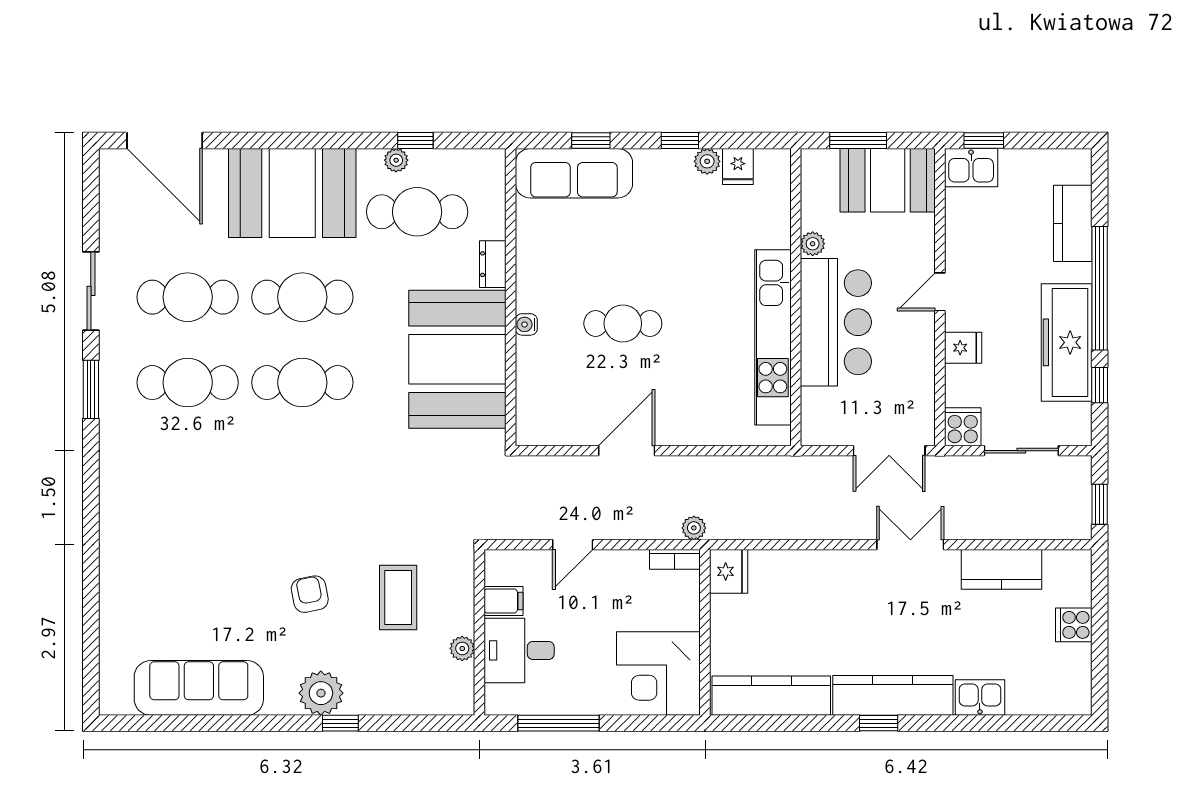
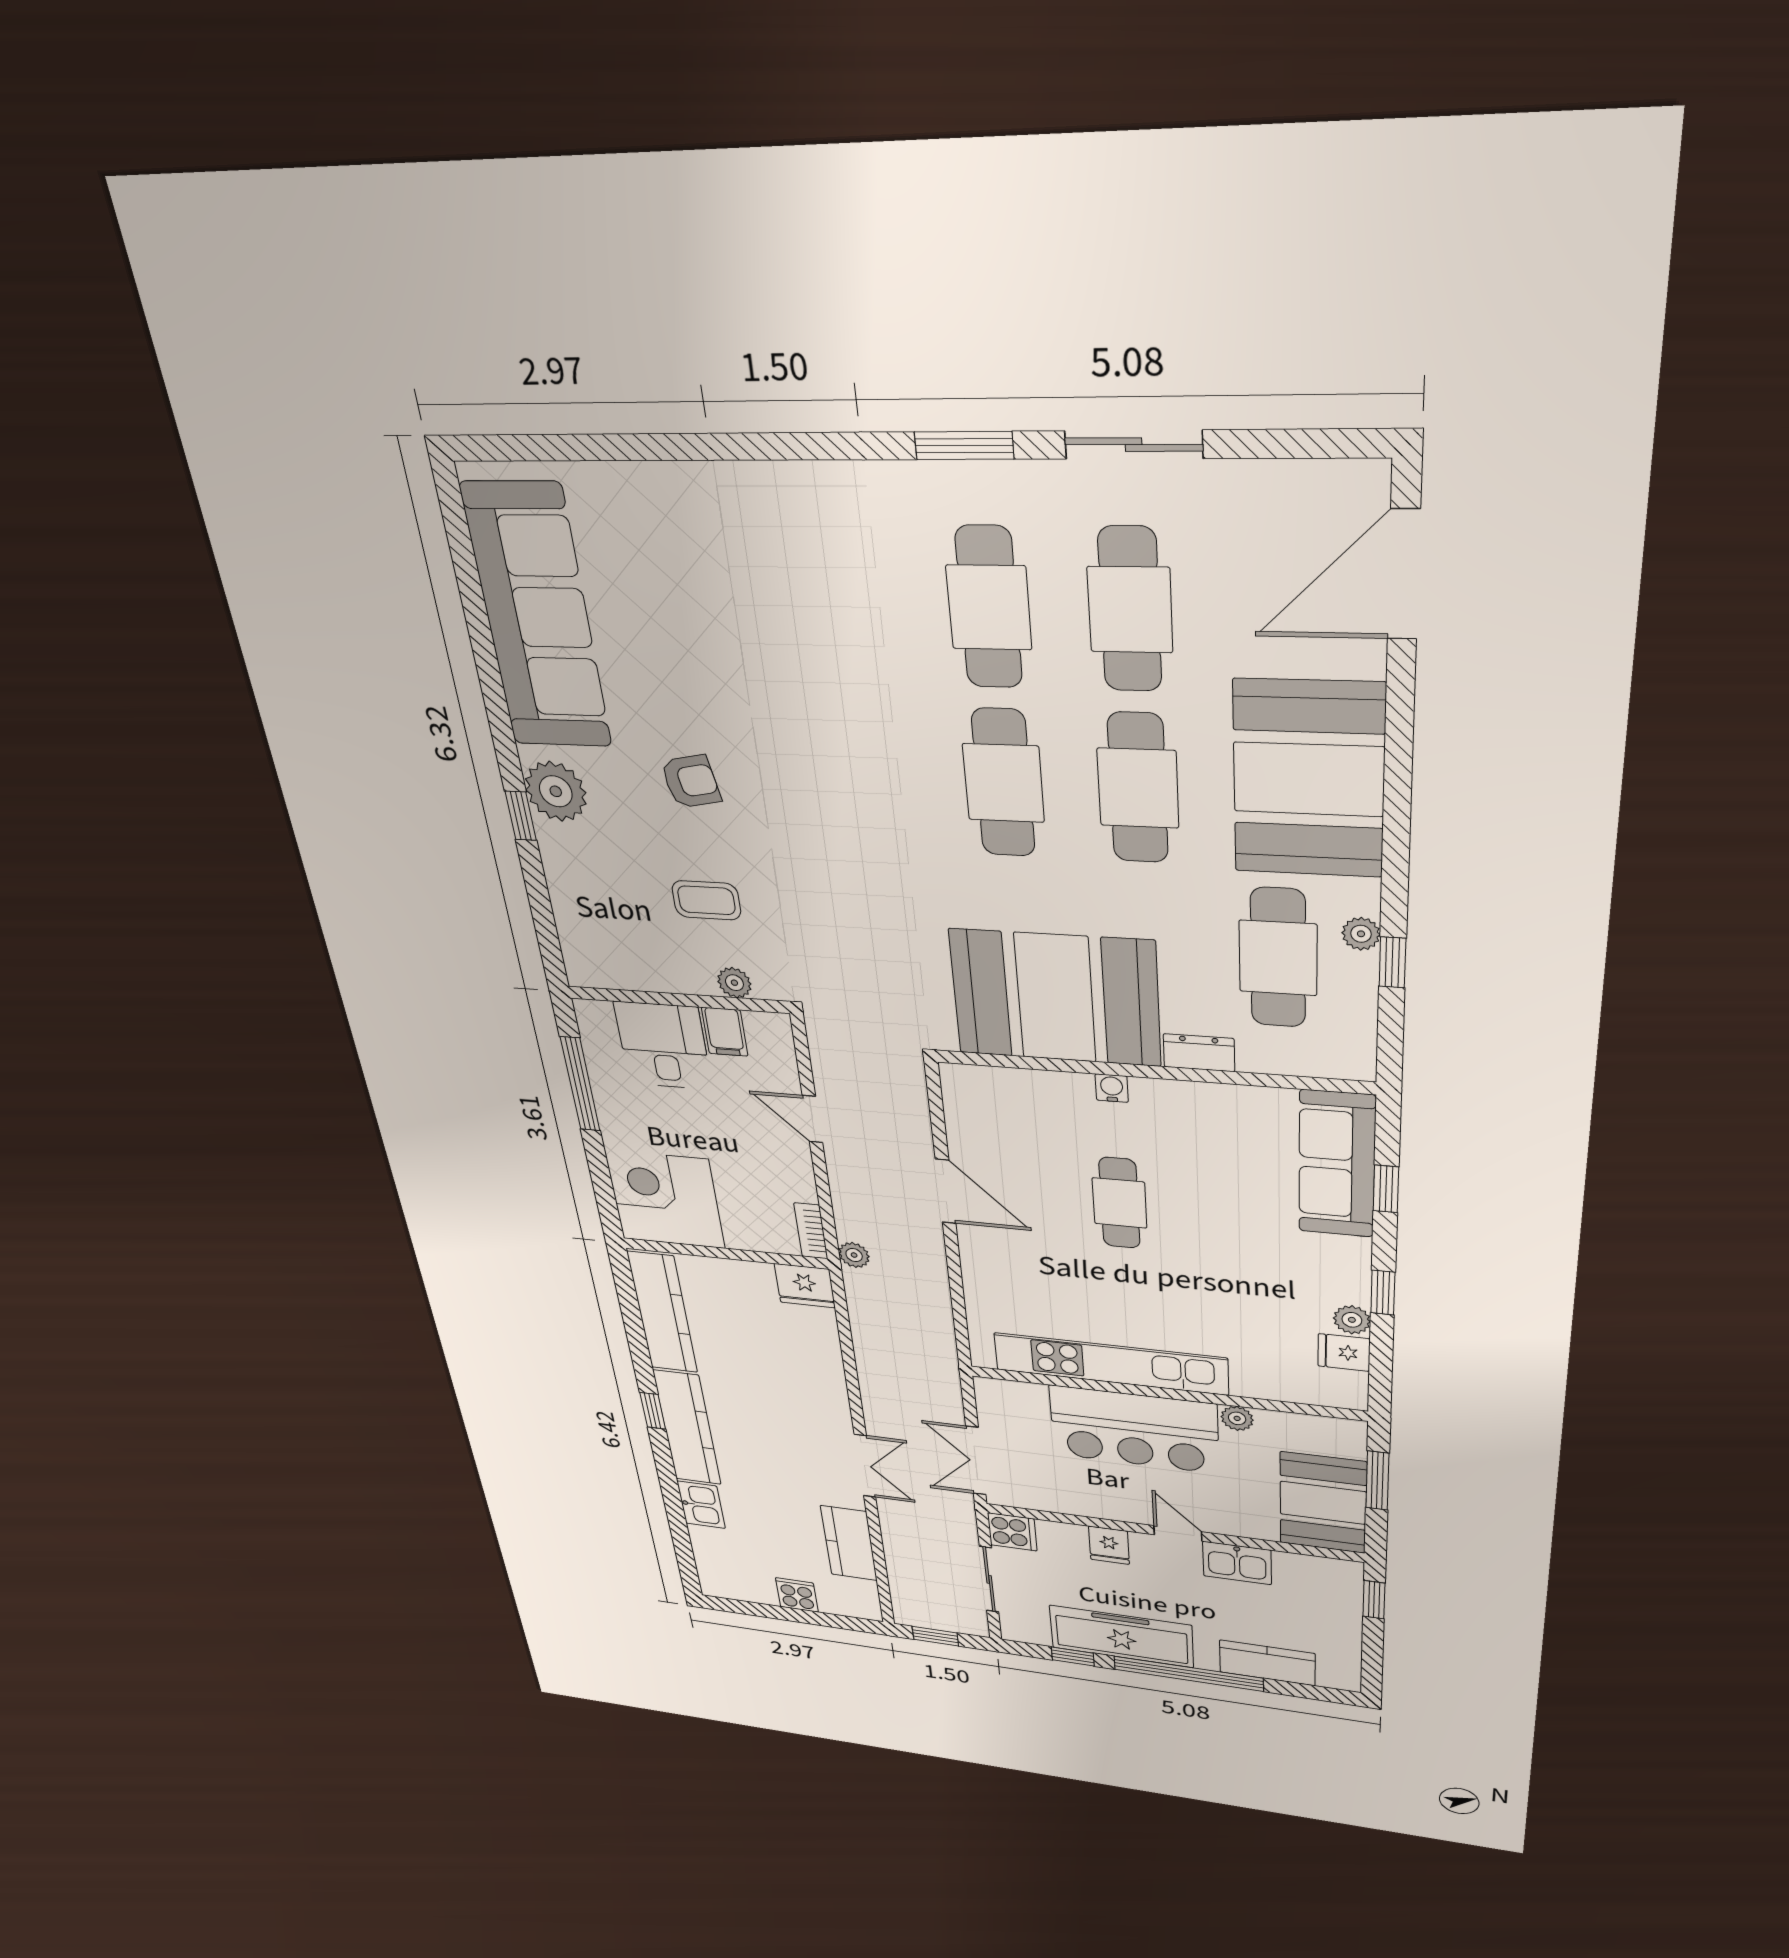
kitchen sink: (971, 168) -> (1237, 1563), moved, turned -90
coffee table: (398, 598) -> (706, 900), width x0.73, depth x0.77
plant: (462, 648) -> (734, 983), moved
sofa: (199, 688) -> (537, 617), width x1.36, depth x1.27

